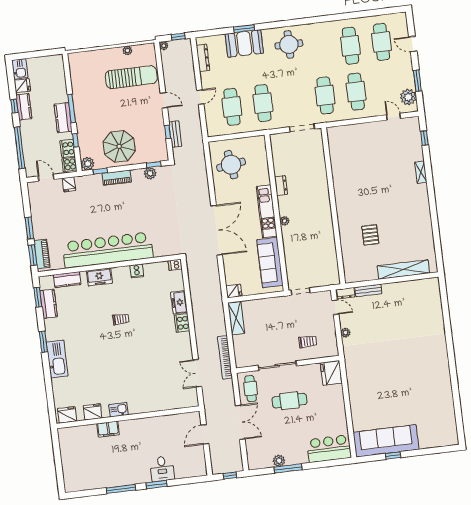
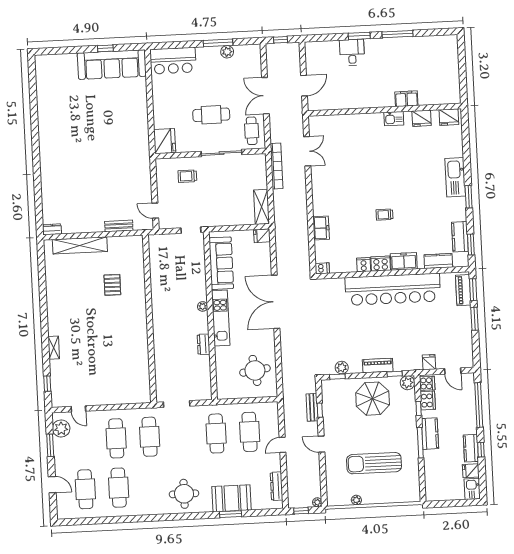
sun lounger: (131, 77) -> (374, 463), moved
dresser: (346, 293) -> (52, 229), moved
cooker: (182, 323) -> (381, 264), moved, turned -90
plant: (345, 333) -> (146, 183), removed

